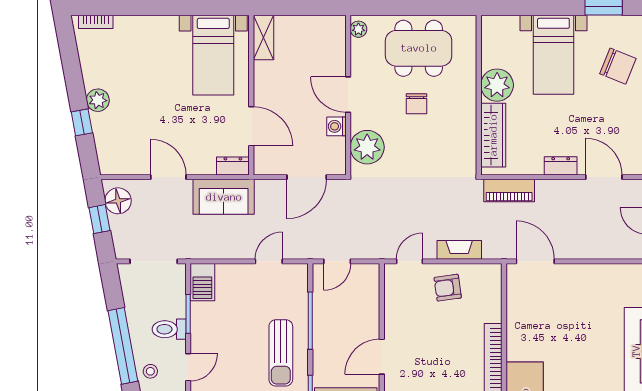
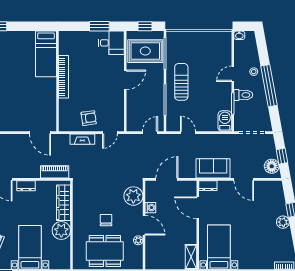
plant: (358, 29) -> (138, 240), moved
door: (269, 261) -> (188, 133), swing flipped

